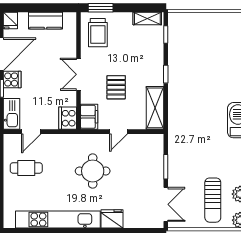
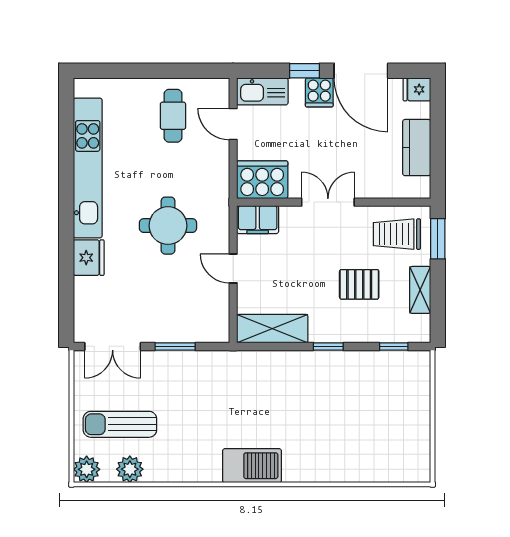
shelving: (147, 18) -> (420, 290), moved
pallet: (116, 87) -> (359, 284), moved
cooker: (68, 118) -> (262, 180), width x1.37, depth x1.31

